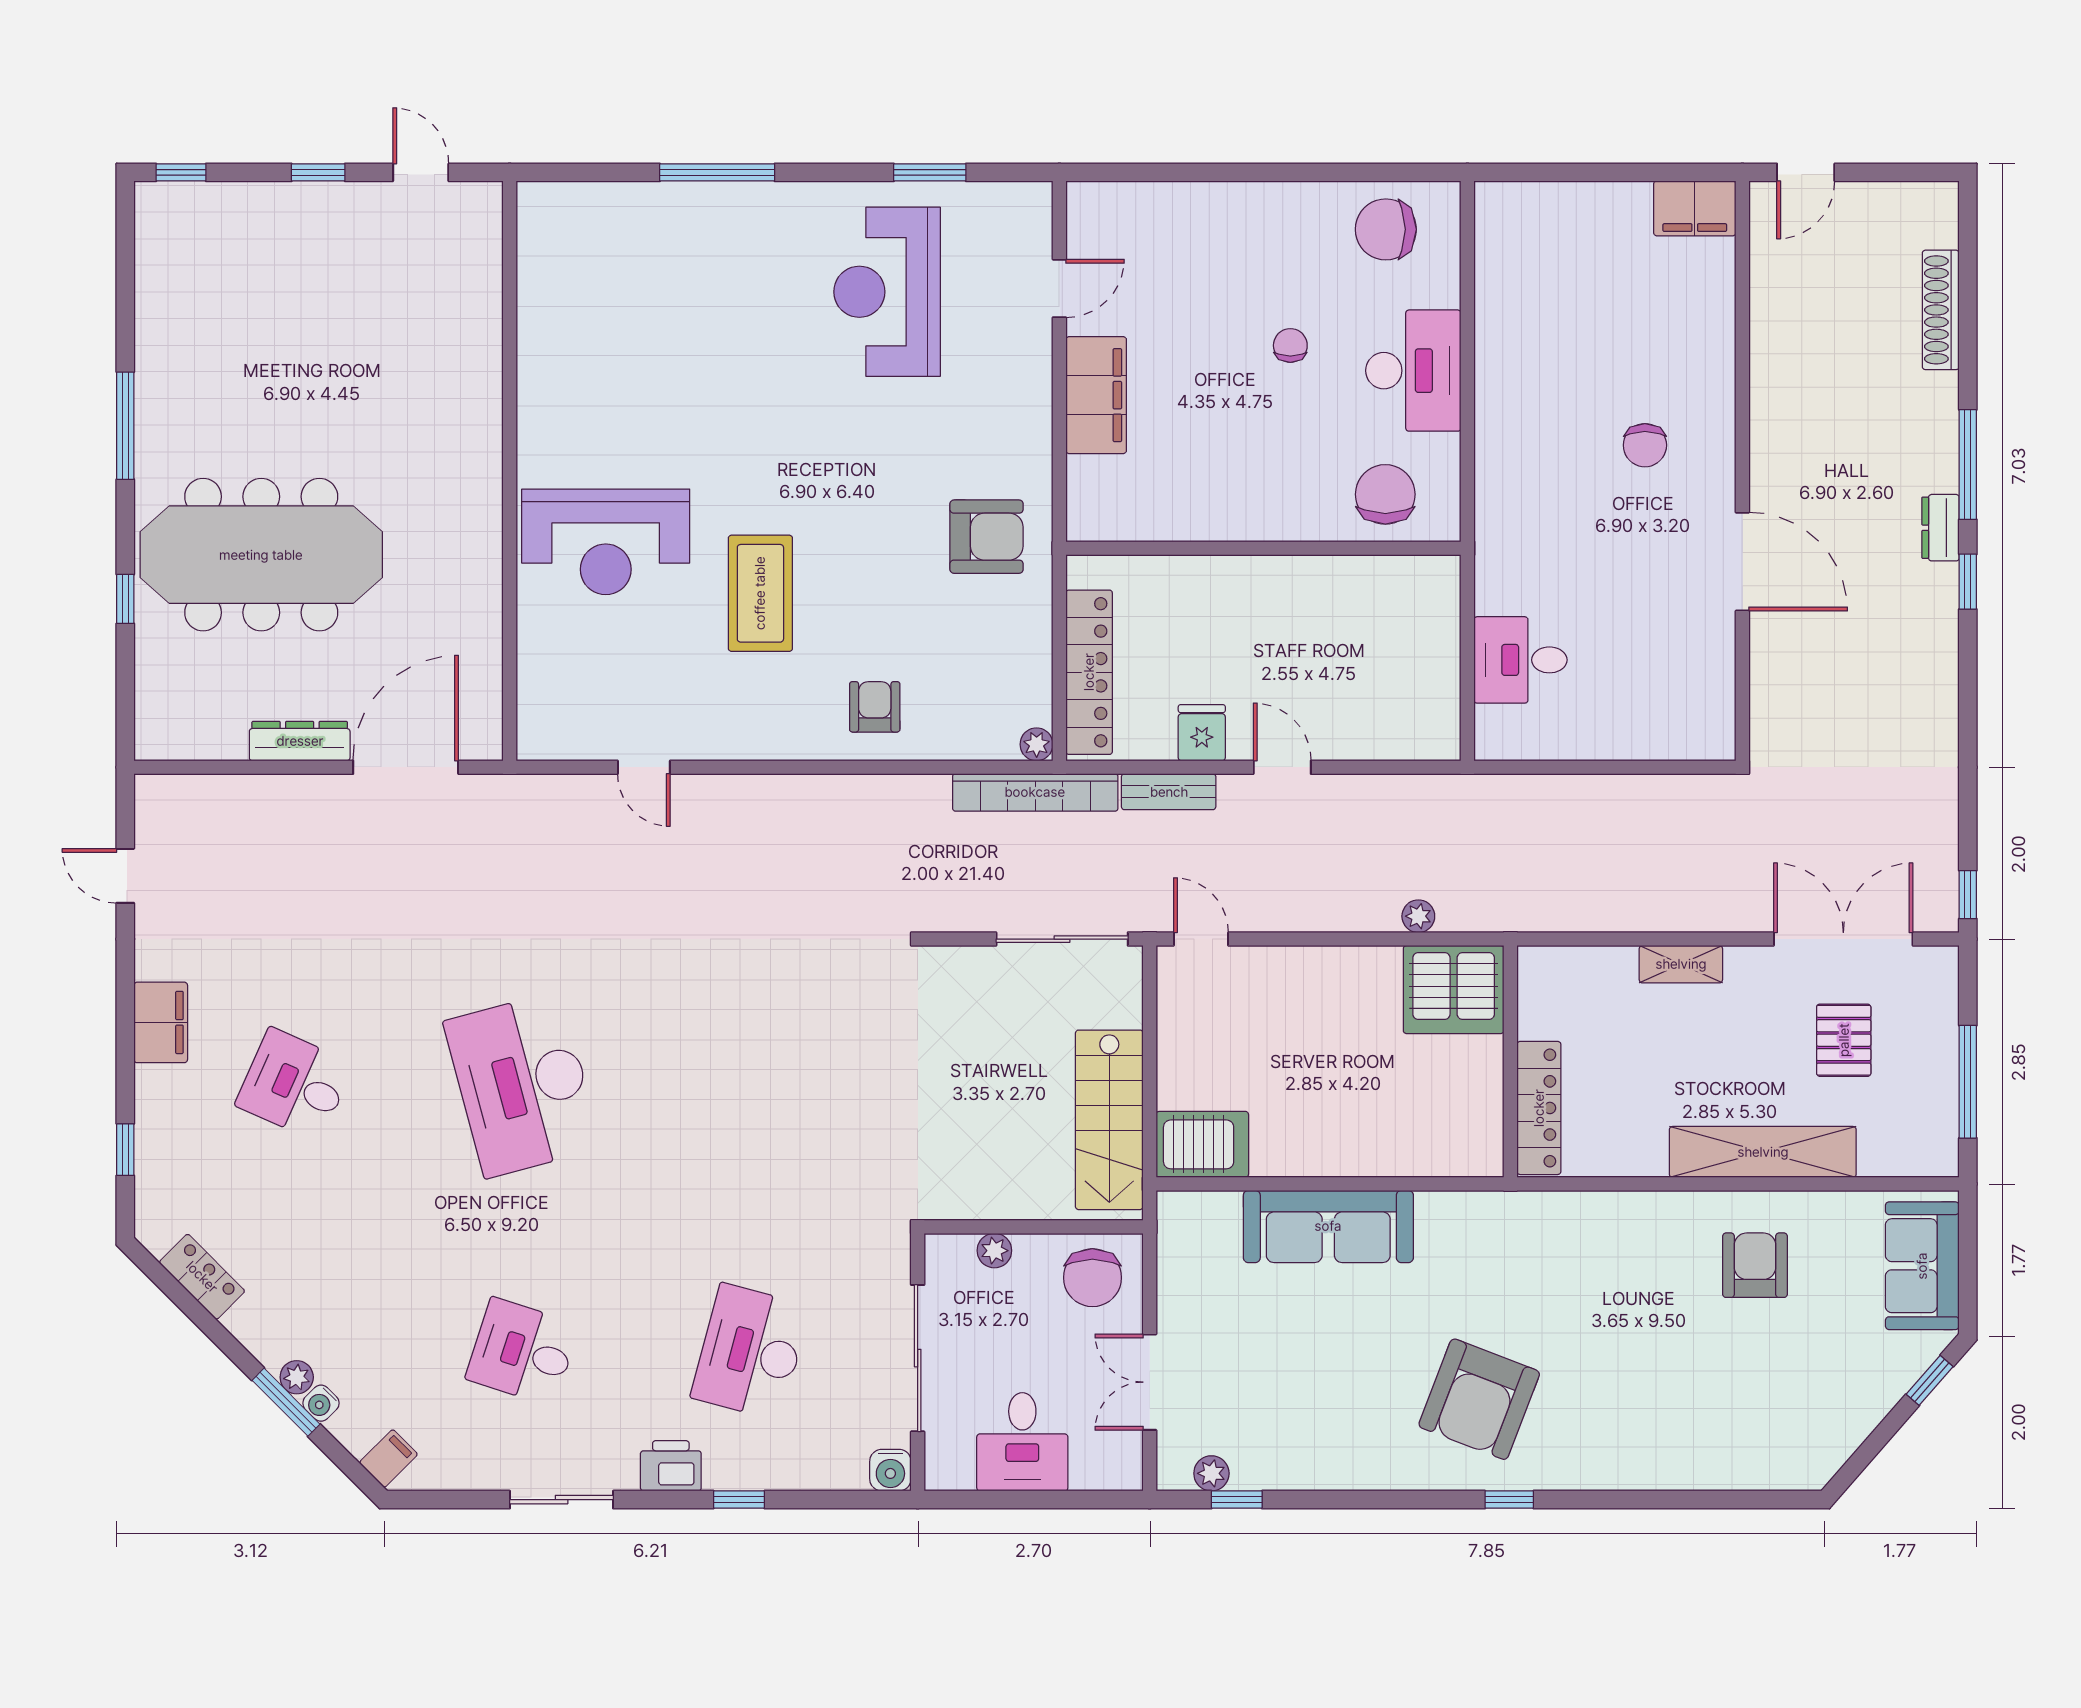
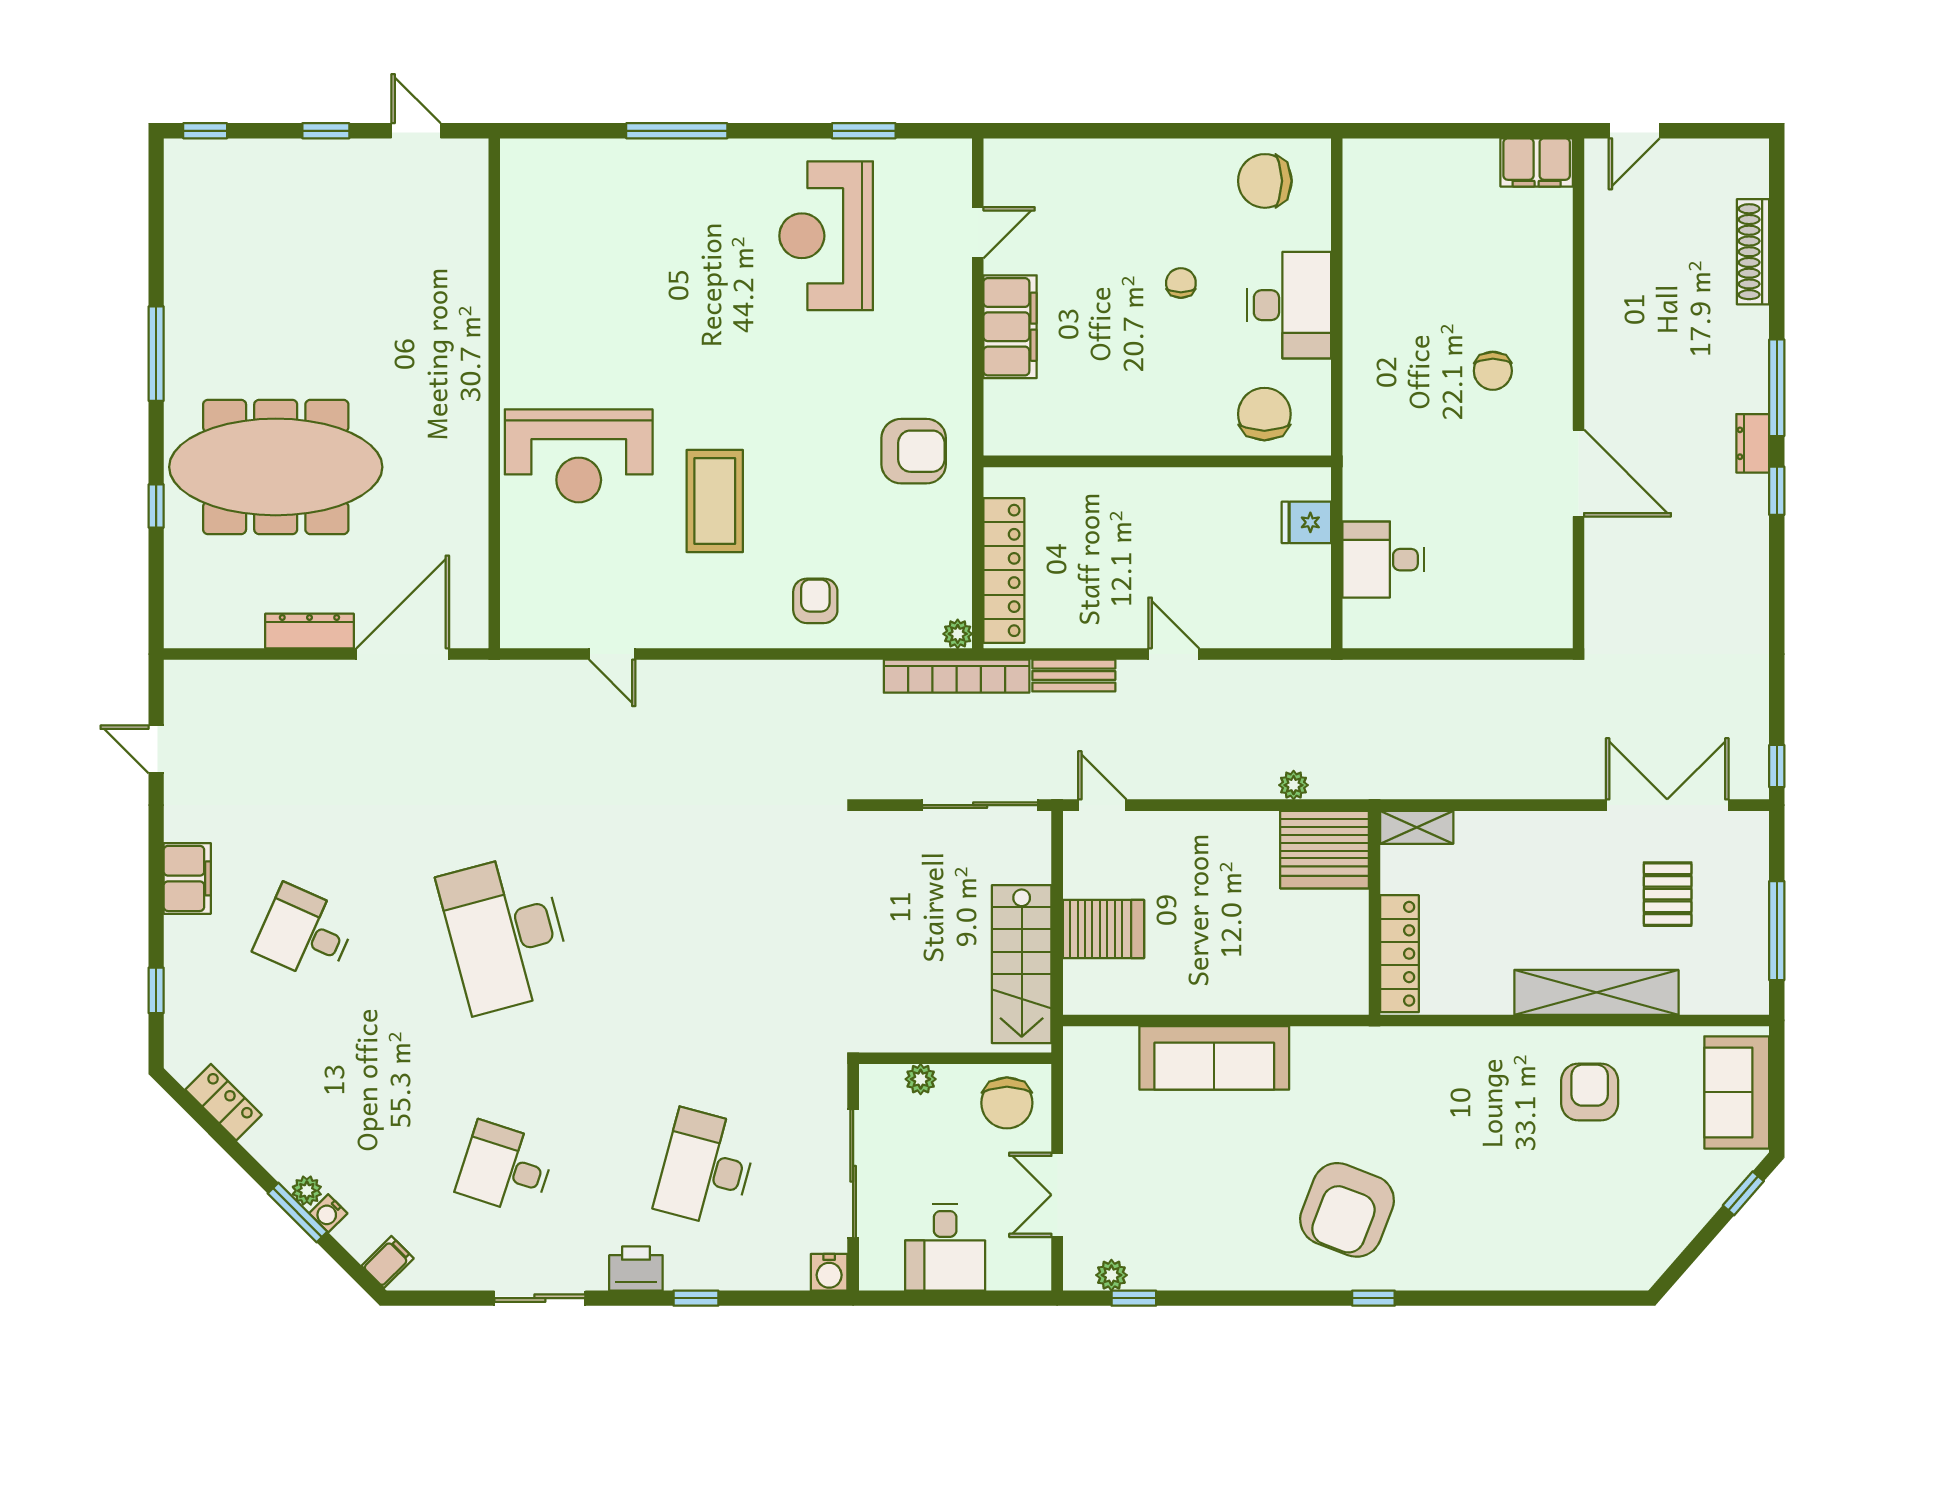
fridge: (1202, 733) -> (1306, 522), moved, turned -90
shelving: (1681, 964) -> (1417, 827), moved
server rack: (1202, 1144) -> (1103, 929), moved

